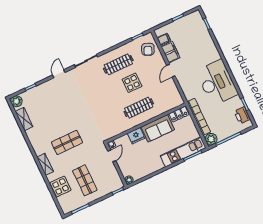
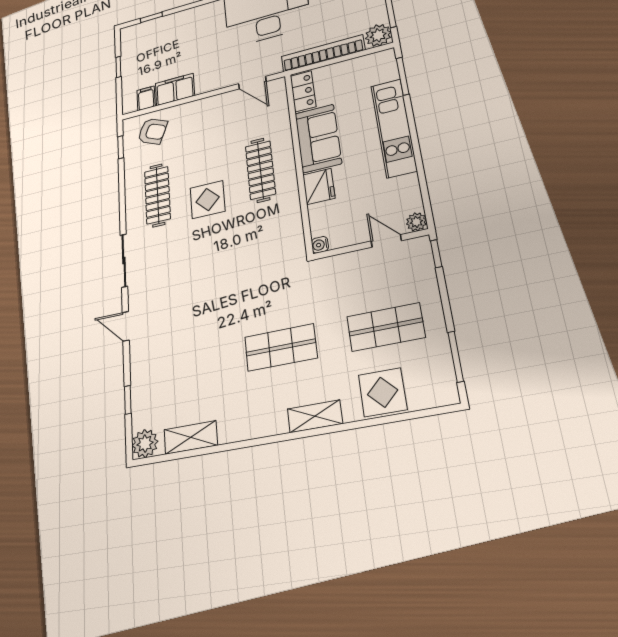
door: (171, 71) -> (252, 83), moved
display table: (132, 83) -> (208, 200), moved
shop shelf: (67, 142) -> (281, 347), turned 90
kitchen unit: (183, 152) -> (394, 128), moved
door: (112, 156) -> (386, 241), moved

